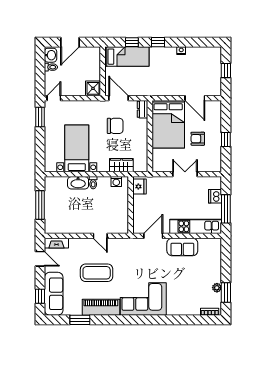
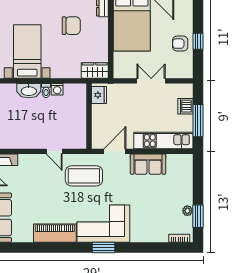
armchair: (198, 139) -> (180, 44), moved
wardrobe: (121, 165) -> (95, 71), moved
washing machine: (116, 182) -> (57, 89), moved
coffee table: (97, 273) -> (84, 176), moved
window: (80, 320) -> (104, 247), moved

